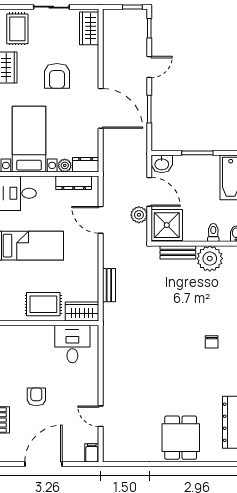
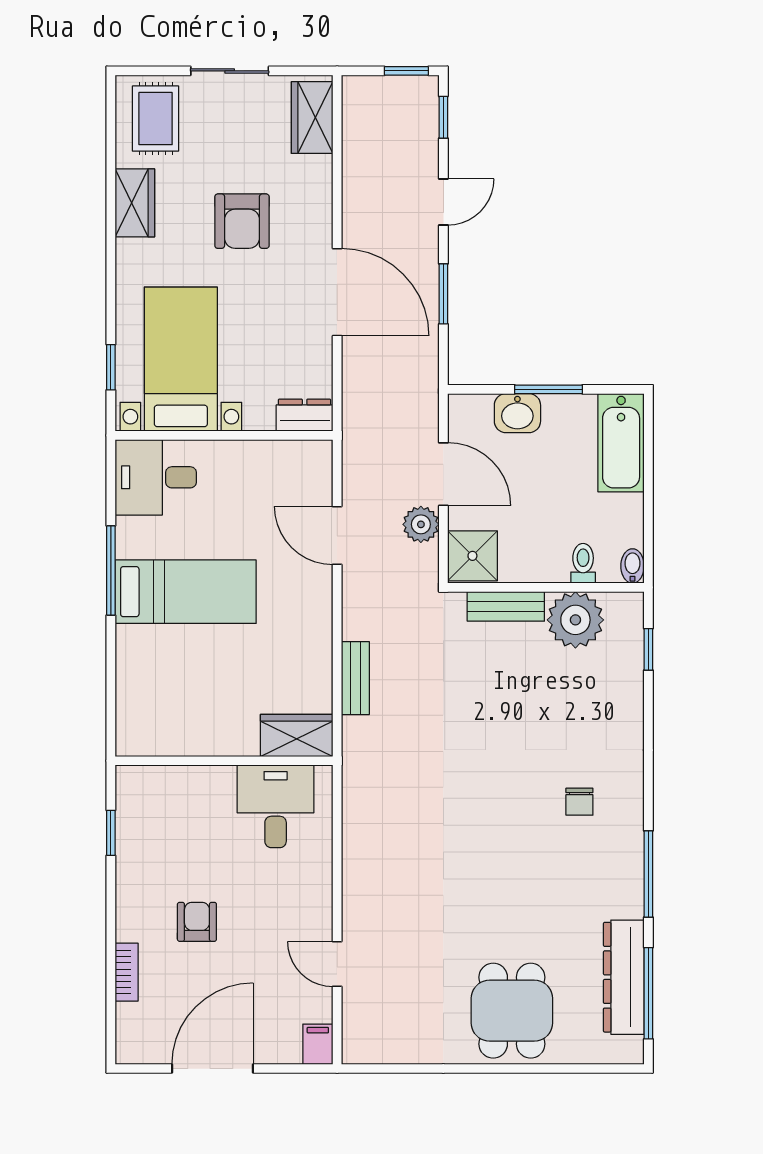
washbasin: (162, 164) -> (517, 413), moved
plant: (65, 165) -> (259, 417), removed
dresser: (74, 183) -> (278, 455), removed
shower: (167, 225) -> (472, 556), width x0.73, depth x0.73
rug: (43, 304) -> (212, 720), removed

